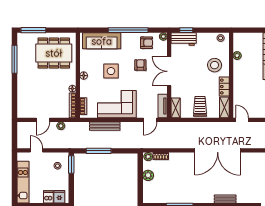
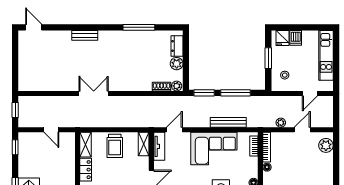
plant: (23, 107) -> (326, 145), added
door: (242, 120) -> (51, 130), moved
door: (36, 150) -> (310, 93), hinge flipped
double door: (218, 150) -> (94, 93), width x0.54
window: (125, 151) -> (204, 93), added
window: (71, 164) -> (268, 58), moved
dresser: (148, 190) -> (177, 46), added

